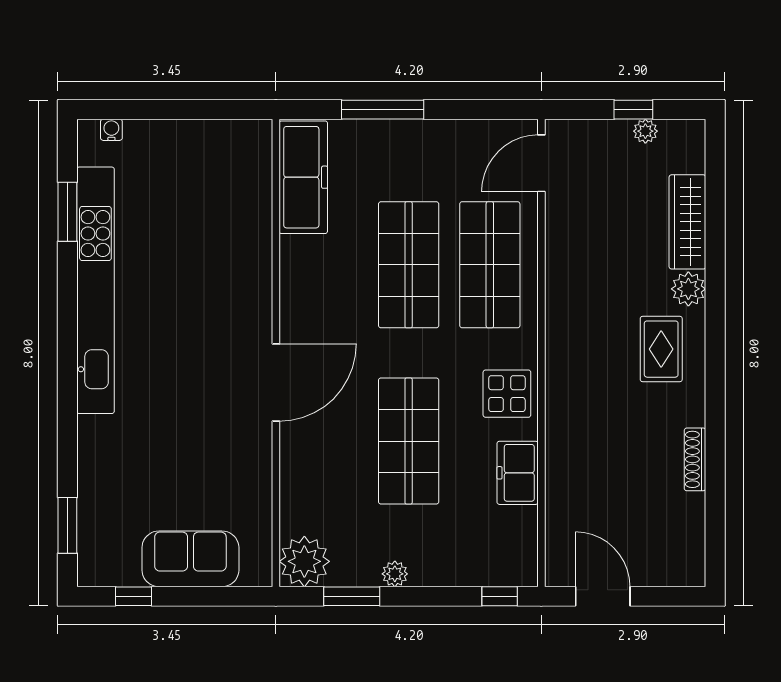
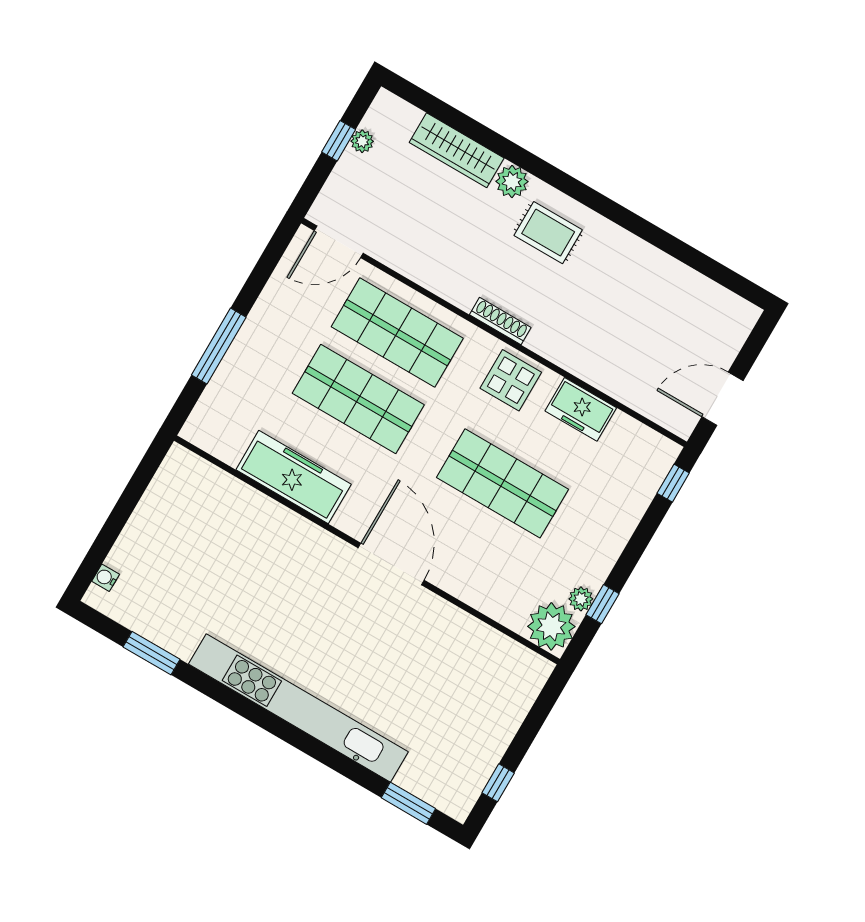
door: (541, 163) -> (339, 242), hinge flipped
freezer: (303, 177) -> (294, 477), moved
kitchen unit: (95, 290) -> (298, 708), moved
shoe rack: (695, 459) -> (500, 321), moved, turned 180
sofa: (190, 559) -> (495, 718), removed
plant: (395, 574) -> (581, 599), moved
window: (352, 596) -> (602, 604), width x0.67

